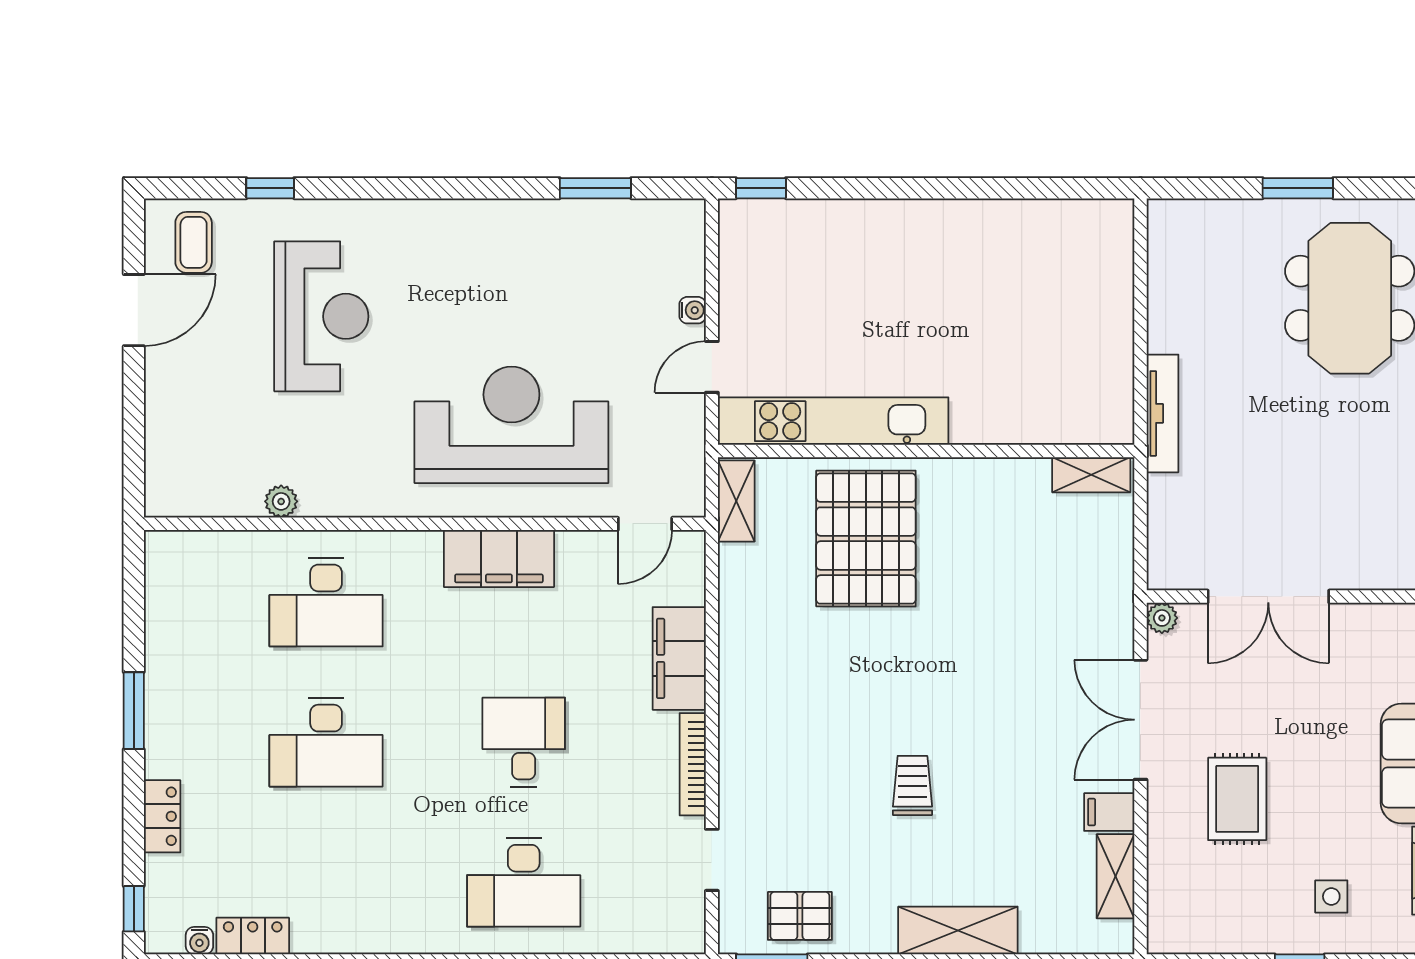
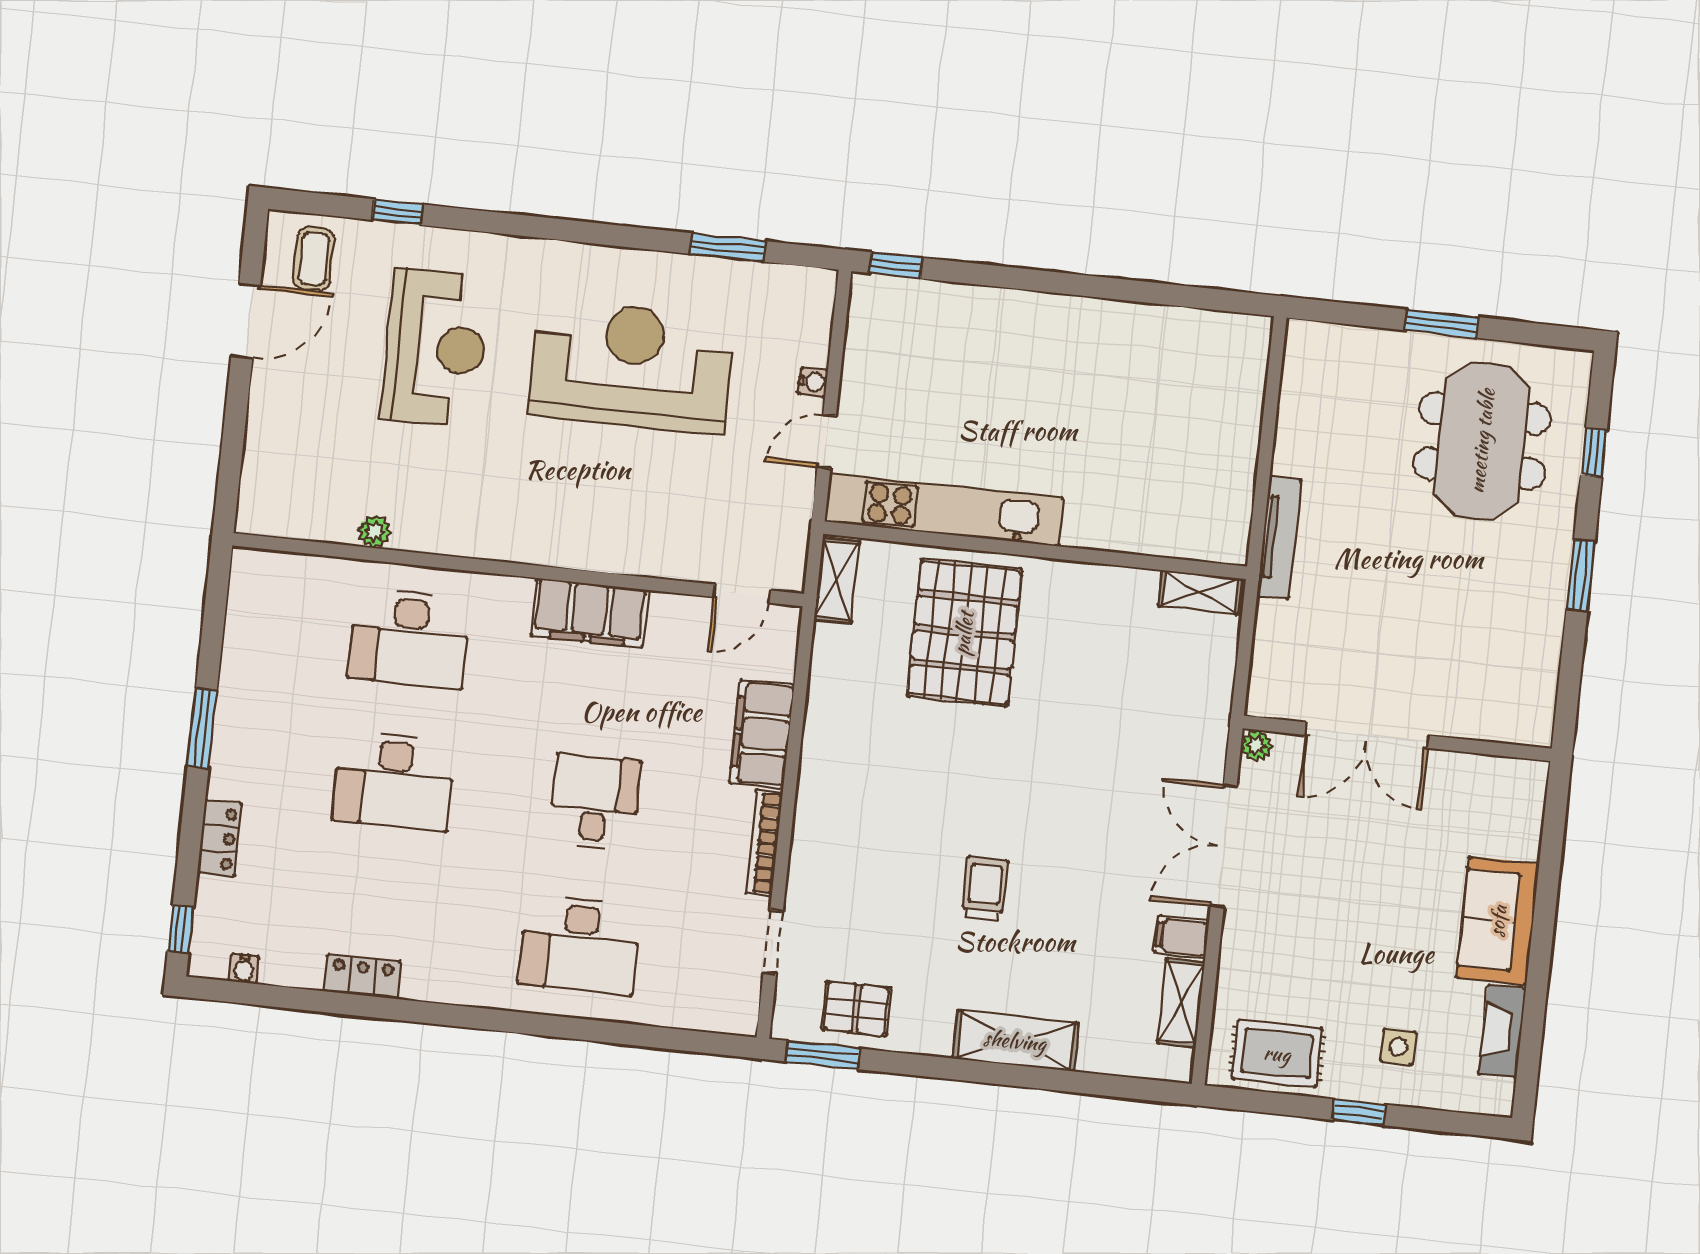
reception desk: (511, 425) -> (632, 366), moved
rug: (1237, 799) -> (1277, 1054), moved, turned 90
locker: (253, 936) -> (363, 977), moved

